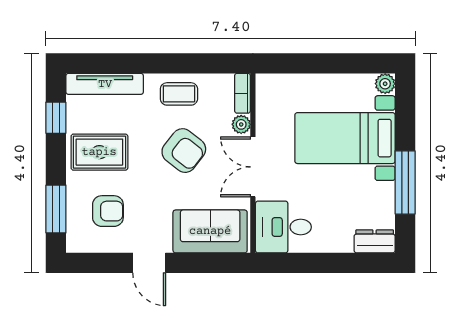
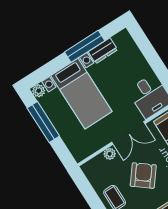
window: (340, 63) -> (43, 122), added
bookcase: (243, 93) -> (93, 164), removed
dresser: (375, 241) -> (103, 51), moved, turned -90

